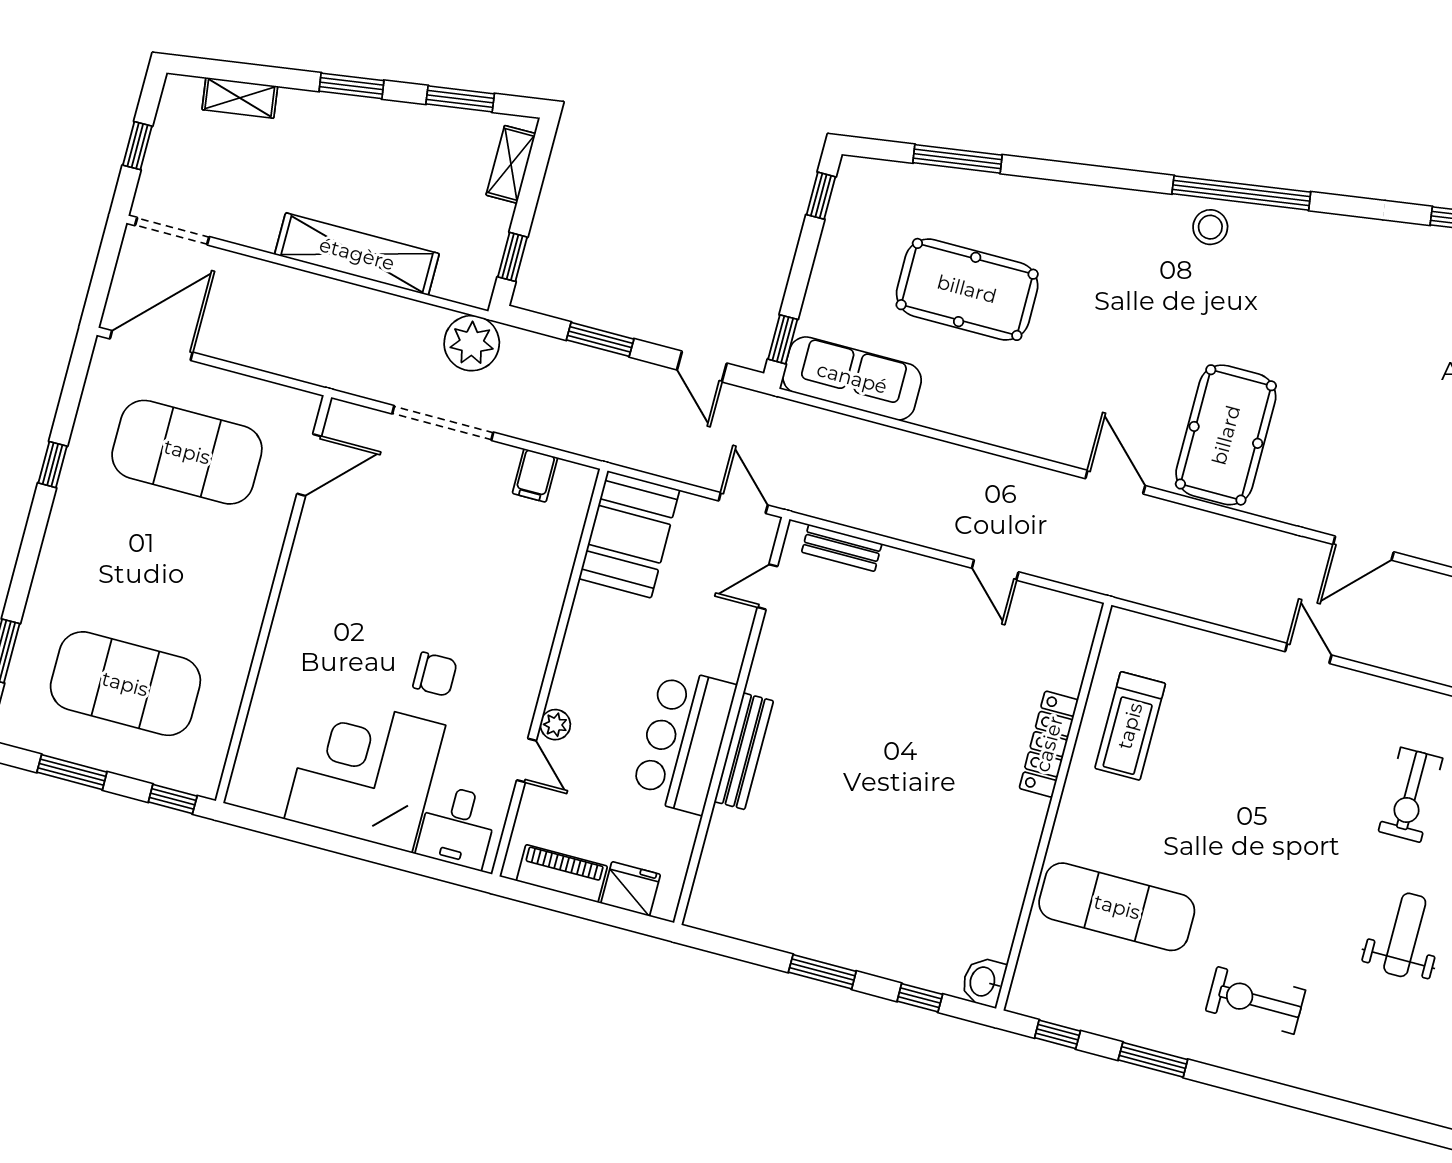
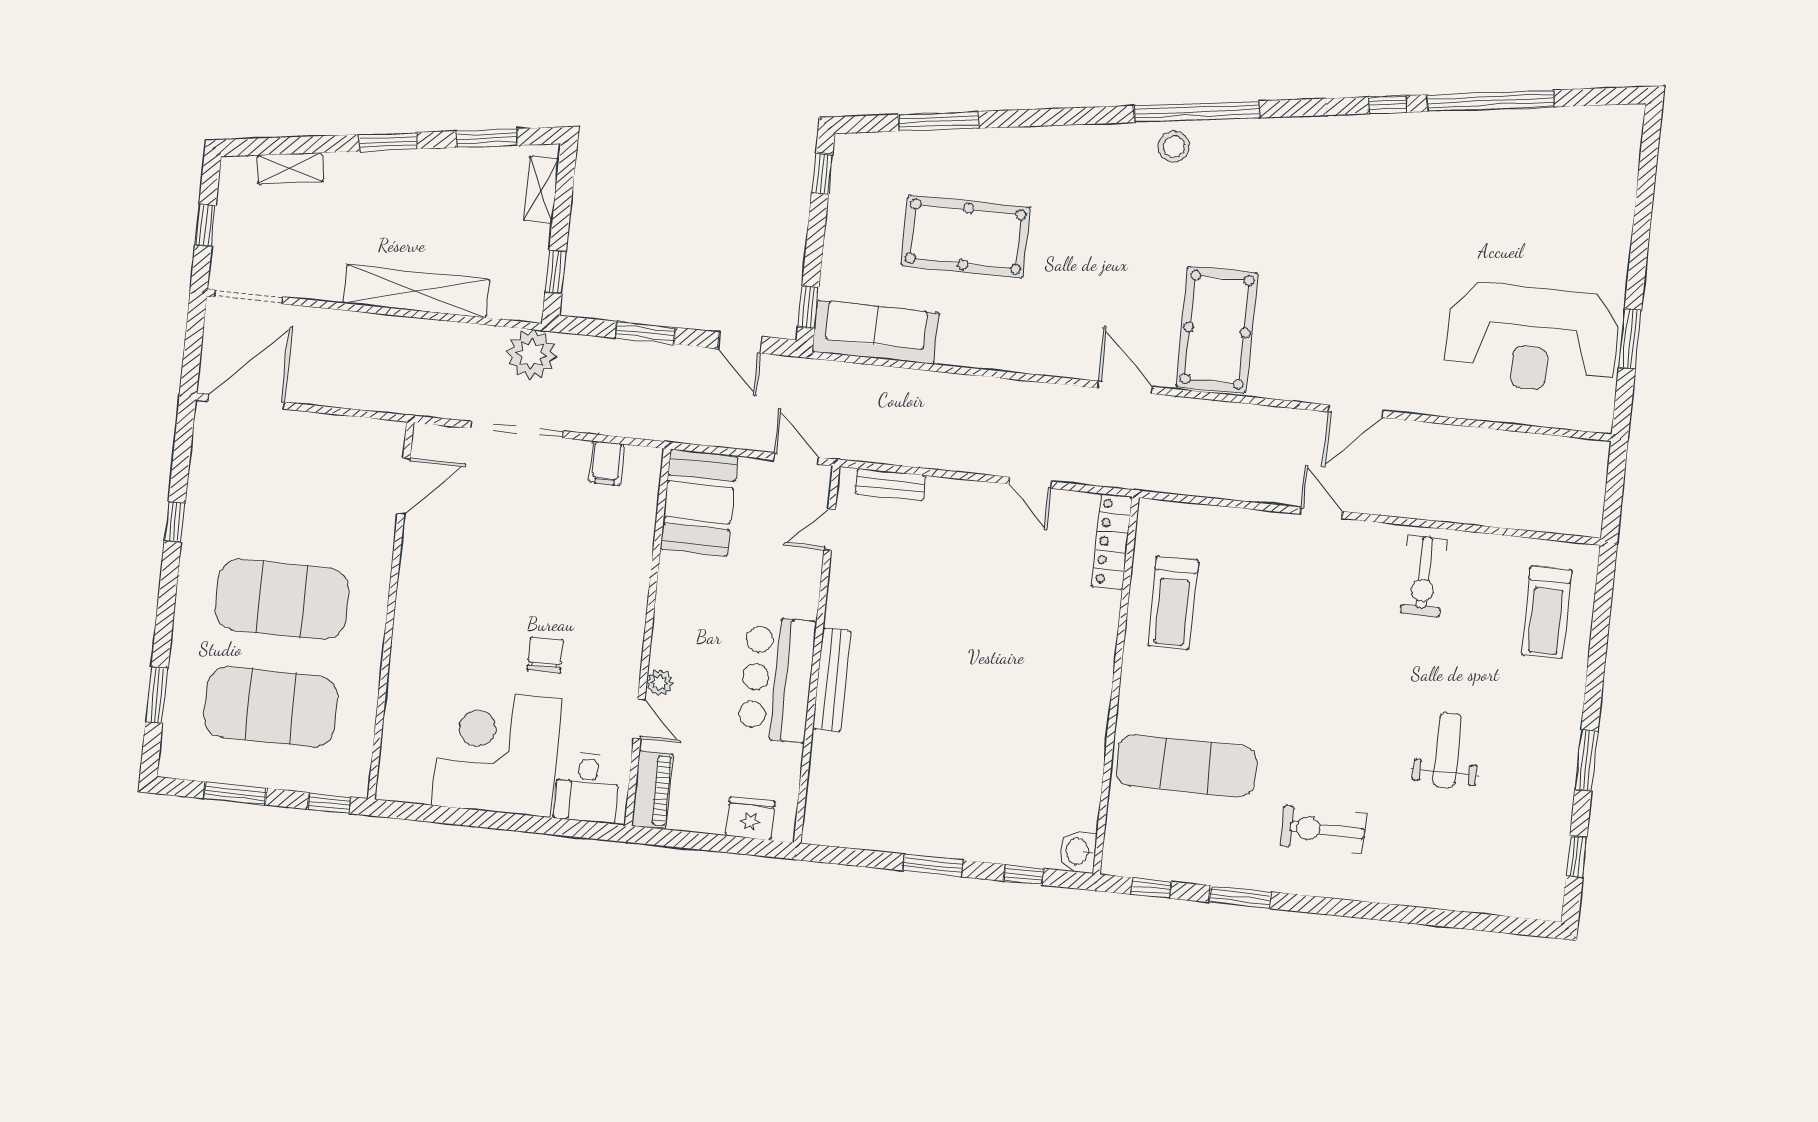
exercise mat: (187, 452) -> (282, 599), moved
chair: (435, 674) -> (545, 655), turned -90
locker: (1049, 744) -> (1112, 542), moved
exercise bike: (1411, 795) -> (1424, 576), moved
piano: (562, 874) -> (652, 790), moved, turned 90

